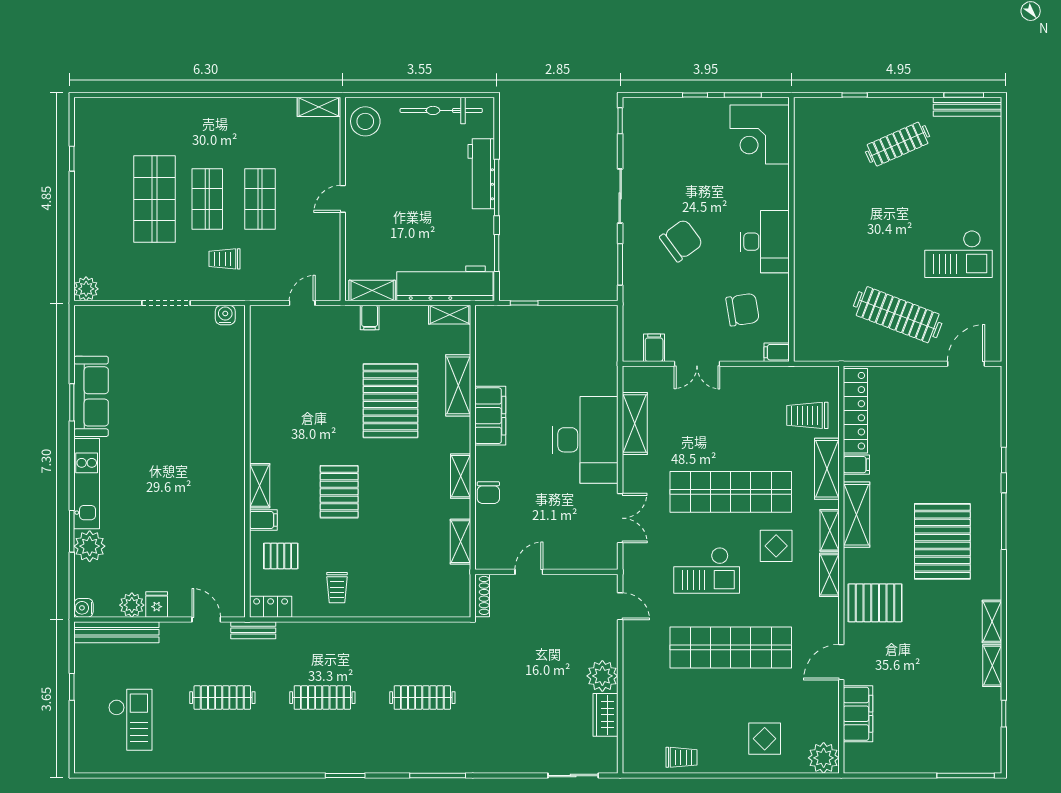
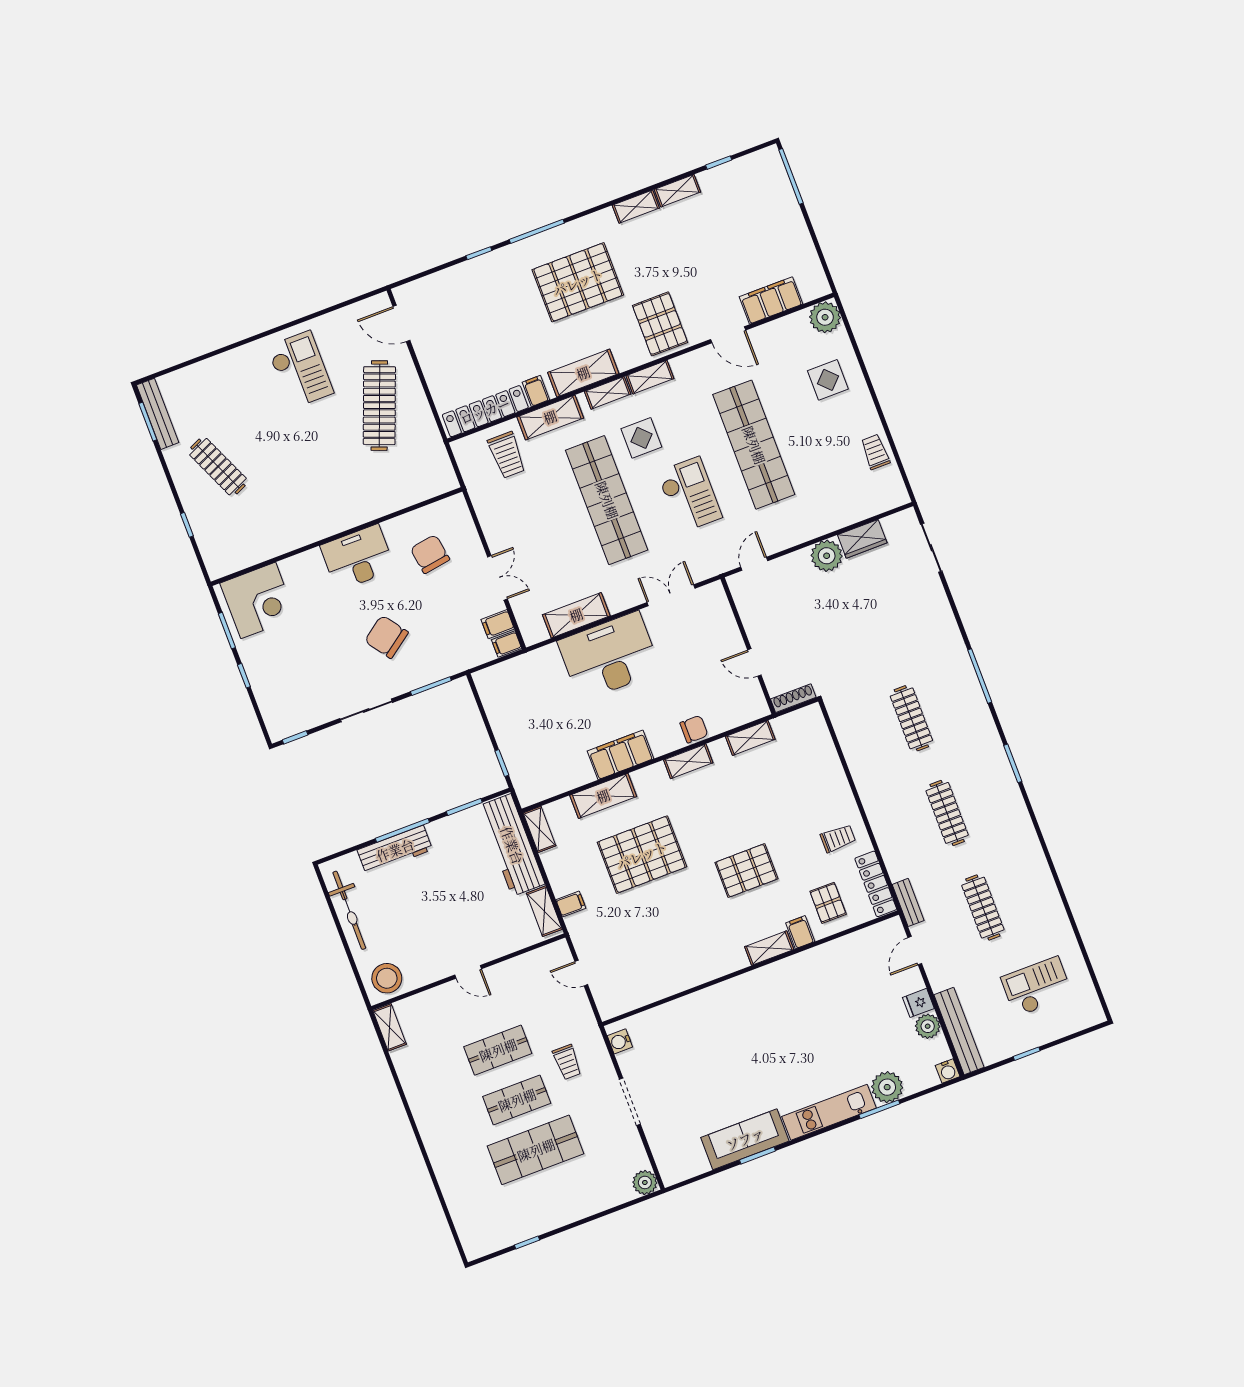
filing cabinet: (777, 352) -> (507, 644), moved, turned 90
locker: (271, 607) -> (876, 884), width x1.53

